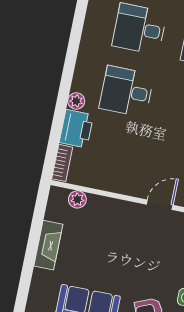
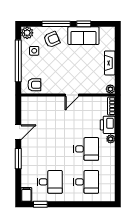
plant: (77, 199) -> (110, 89), moved
door: (160, 205) -> (72, 95), moved

